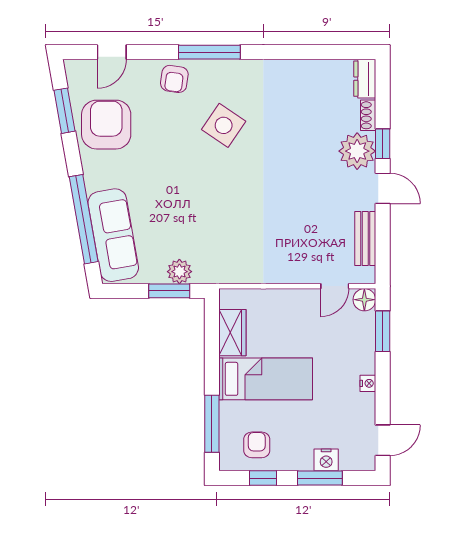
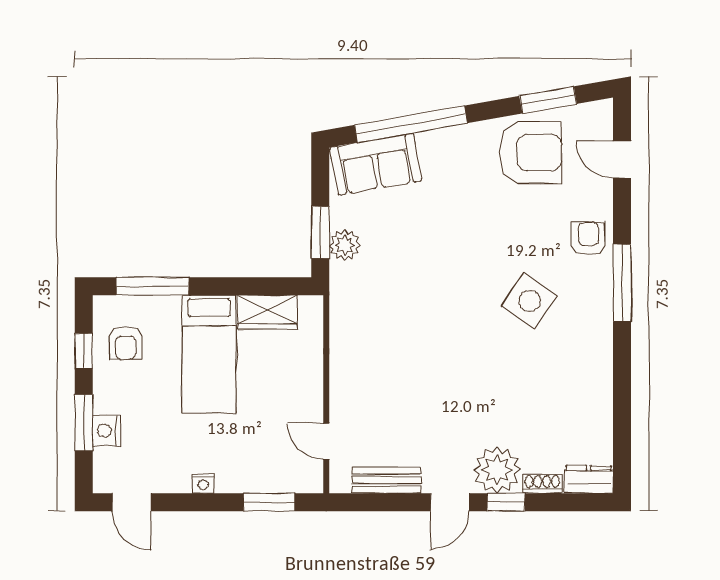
armchair: (174, 79) -> (588, 239), turned 82
sofa: (113, 235) -> (376, 164), width x0.73
floor lamp: (364, 300) -> (309, 479), removed
armchair: (257, 445) -> (126, 343), turned 90

